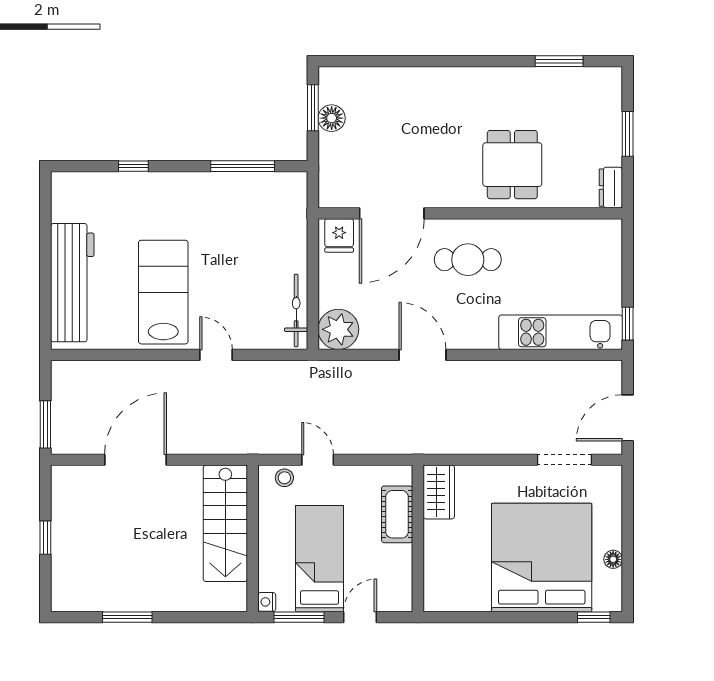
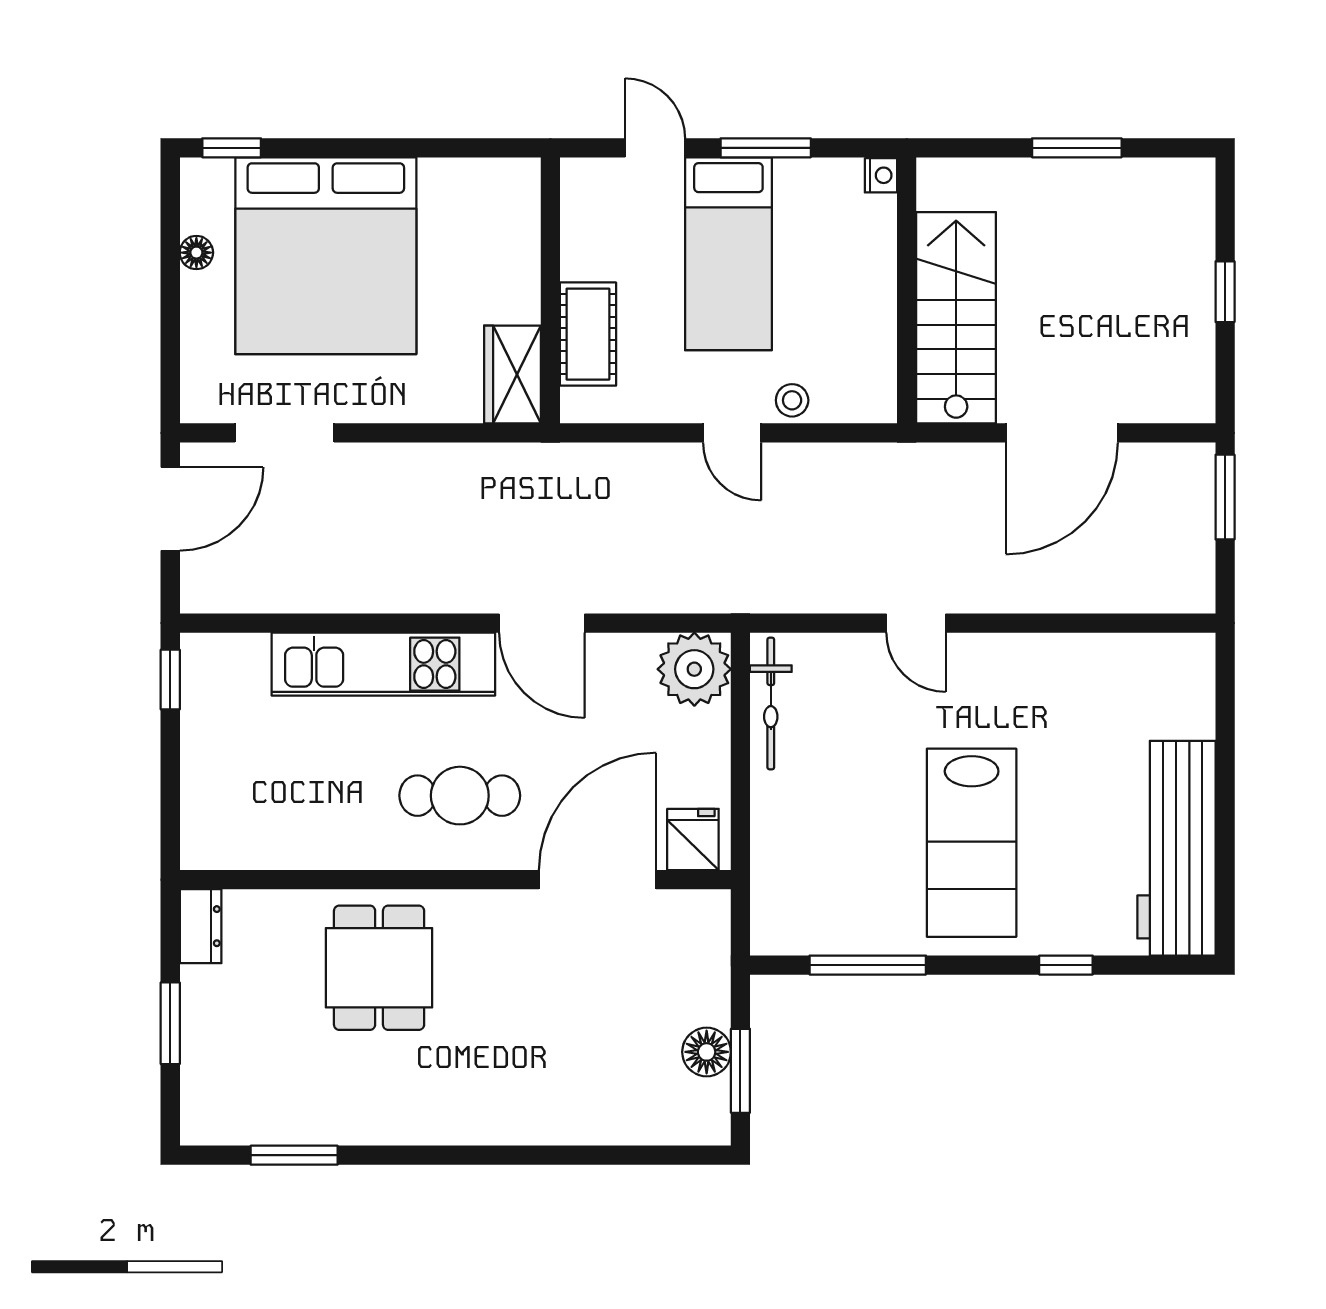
workbench: (72, 283) -> (1176, 848), moved
lab bench: (163, 292) -> (972, 843), moved
kitchen unit: (561, 332) -> (383, 664), moved
stairs: (225, 523) -> (956, 318), moved
wall: (253, 538) -> (907, 290), moved
nightstand: (267, 602) -> (881, 175), moved
door: (360, 617) -> (655, 148), swing flipped

